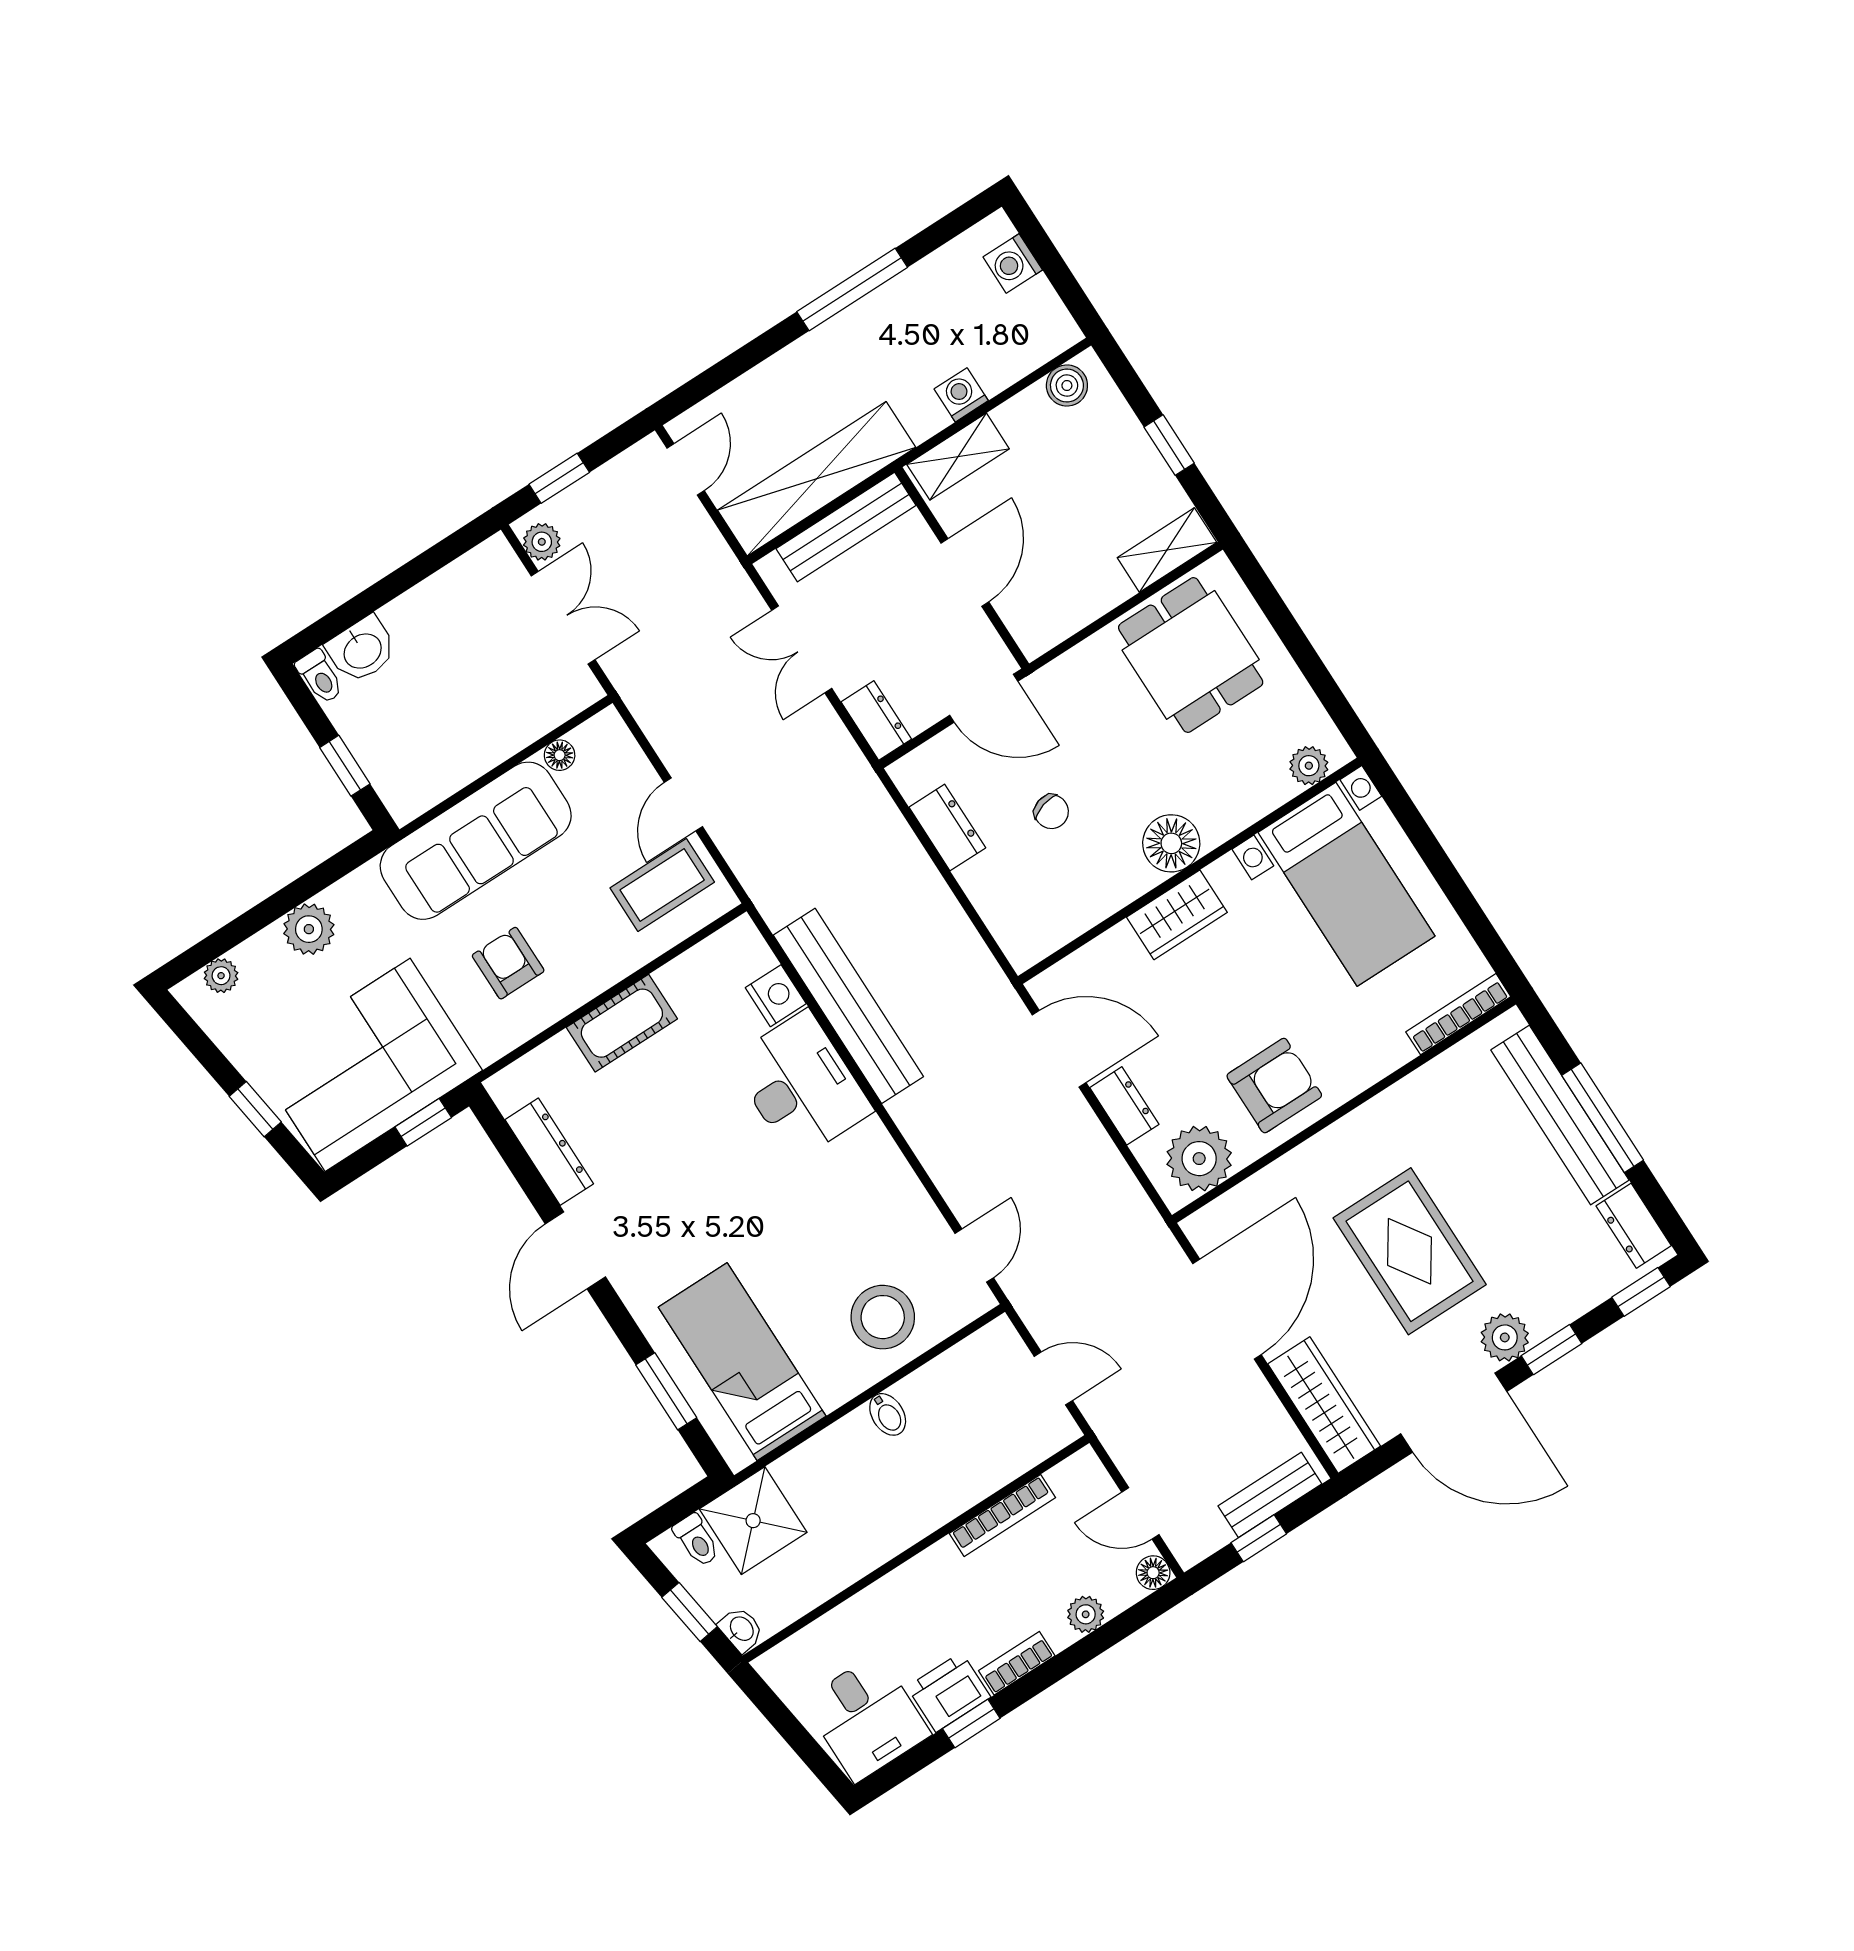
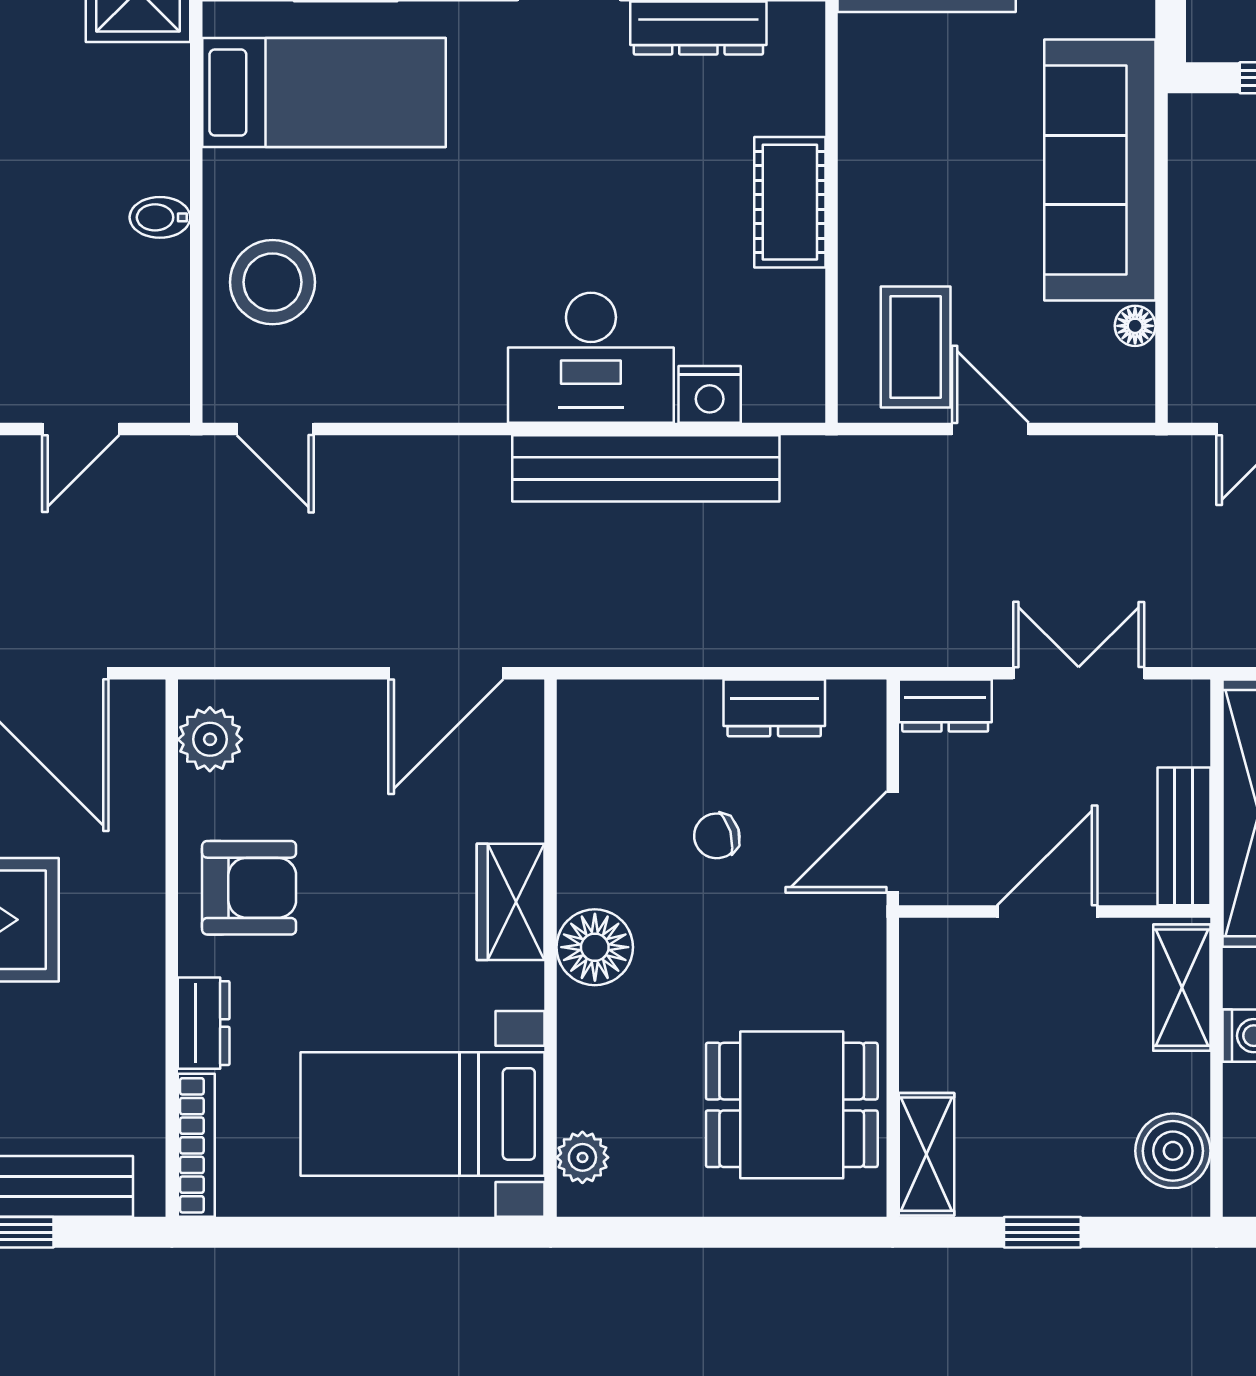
boiler: (1067, 386) -> (1173, 1151), width x1.36, depth x1.36
bench: (846, 527) -> (1184, 836), width x0.73
door: (965, 572) -> (1047, 912), swing flipped
armchair: (508, 963) -> (939, 118), removed
armchair: (1274, 1086) -> (249, 888), turned -90
dresser: (1124, 1106) -> (204, 1023), moved, turned -90
plant: (1199, 1159) -> (210, 739), width x0.73, depth x0.73

